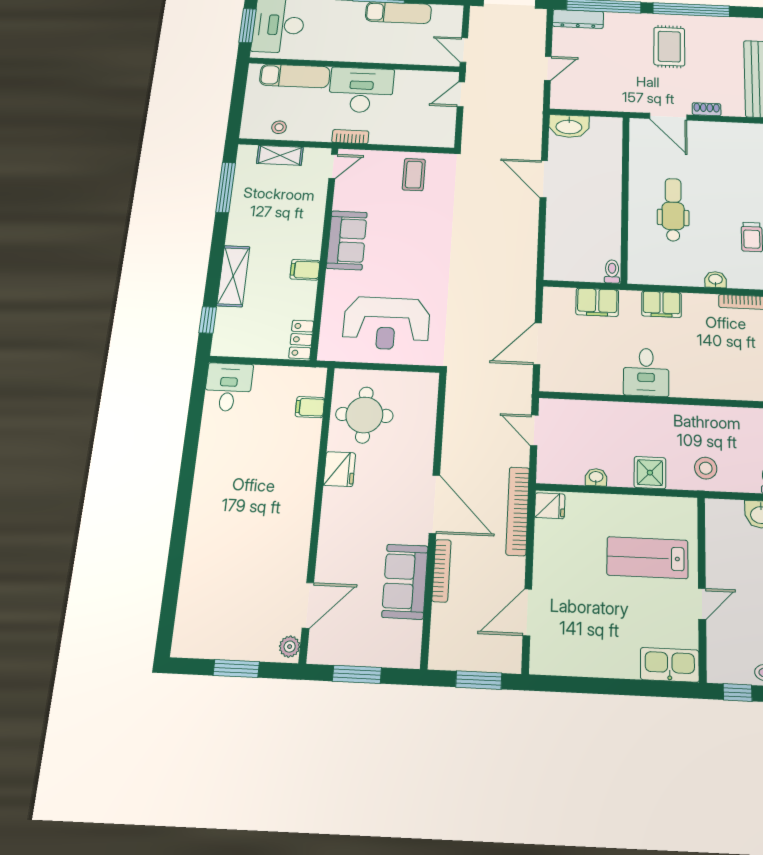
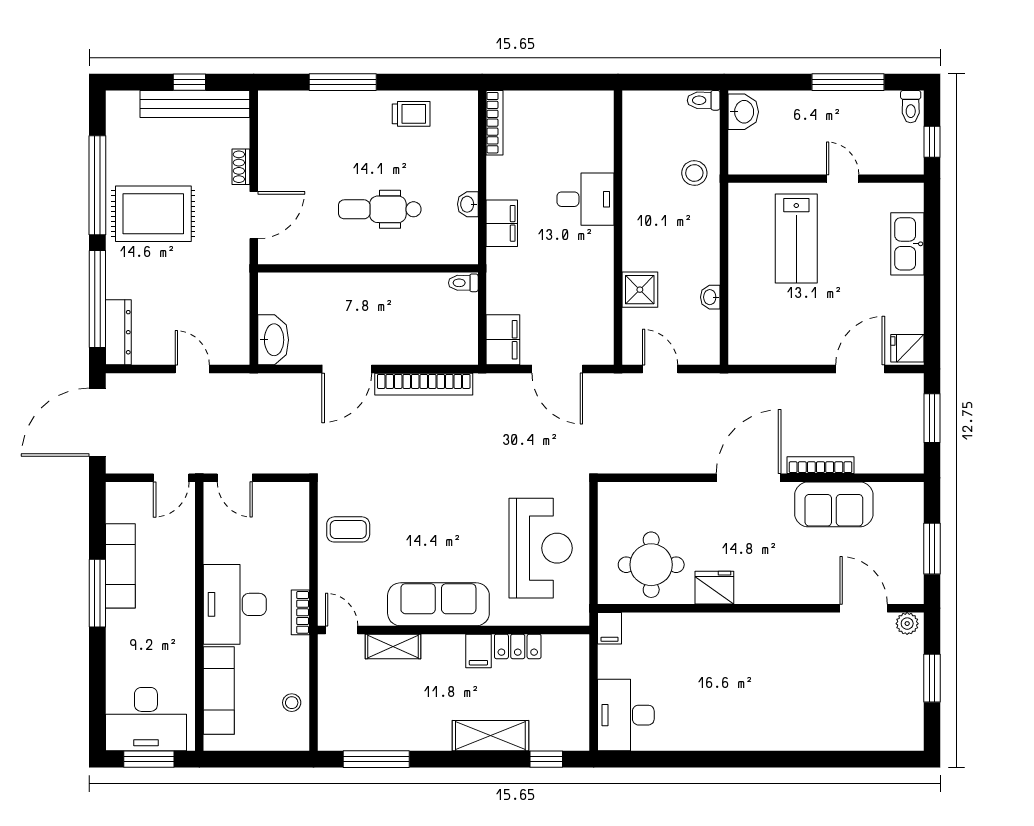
rug: (669, 47) -> (153, 214), width x1.36, depth x1.43
shelving: (280, 155) -> (393, 647), moved, turned 90
sofa: (347, 240) -> (438, 604), width x1.36
washbasin: (716, 280) -> (468, 204), moved
filing cabinet: (597, 302) -> (503, 340), moved
locker: (301, 339) -> (518, 646), moved
desk: (646, 372) -> (586, 199), moved
desk: (228, 387) -> (626, 715), width x1.37
filing cabinet: (310, 407) -> (610, 628), moved
door: (534, 430) -> (660, 369), swing flipped
shower: (650, 473) -> (640, 290), moved
fridge: (550, 506) -> (907, 348), moved, turned -90
bookcase: (518, 511) -> (424, 384), moved
door: (527, 612) -> (860, 369), swing flipped
kitchen sink: (670, 665) -> (907, 244), moved

